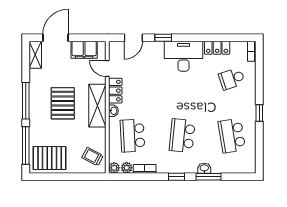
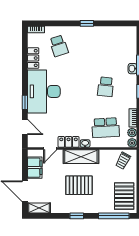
desk: (184, 56) -> (44, 91), width x1.36, depth x1.30
window: (26, 101) -> (77, 216), width x0.46
school desk: (182, 136) -> (106, 87), width x0.54
school desk: (232, 136) -> (106, 46), removed

